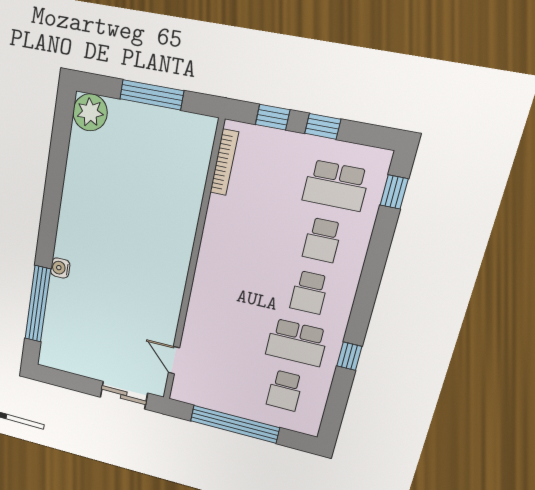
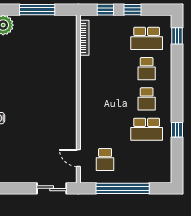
school desk: (285, 391) -> (105, 159), moved

